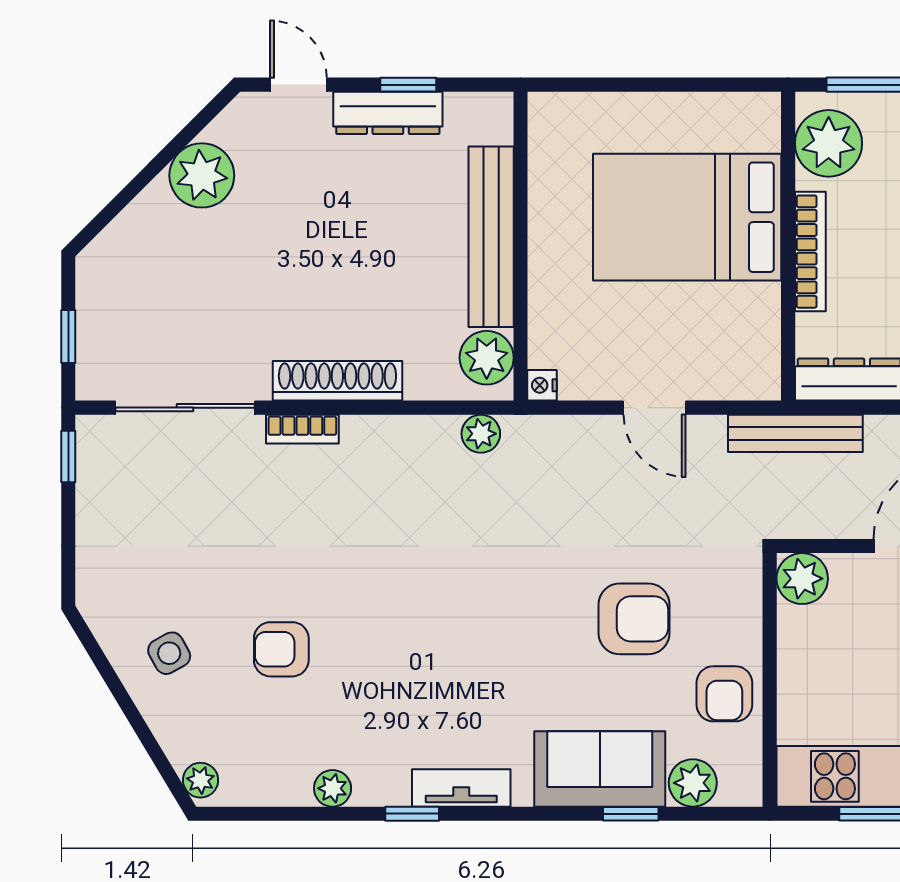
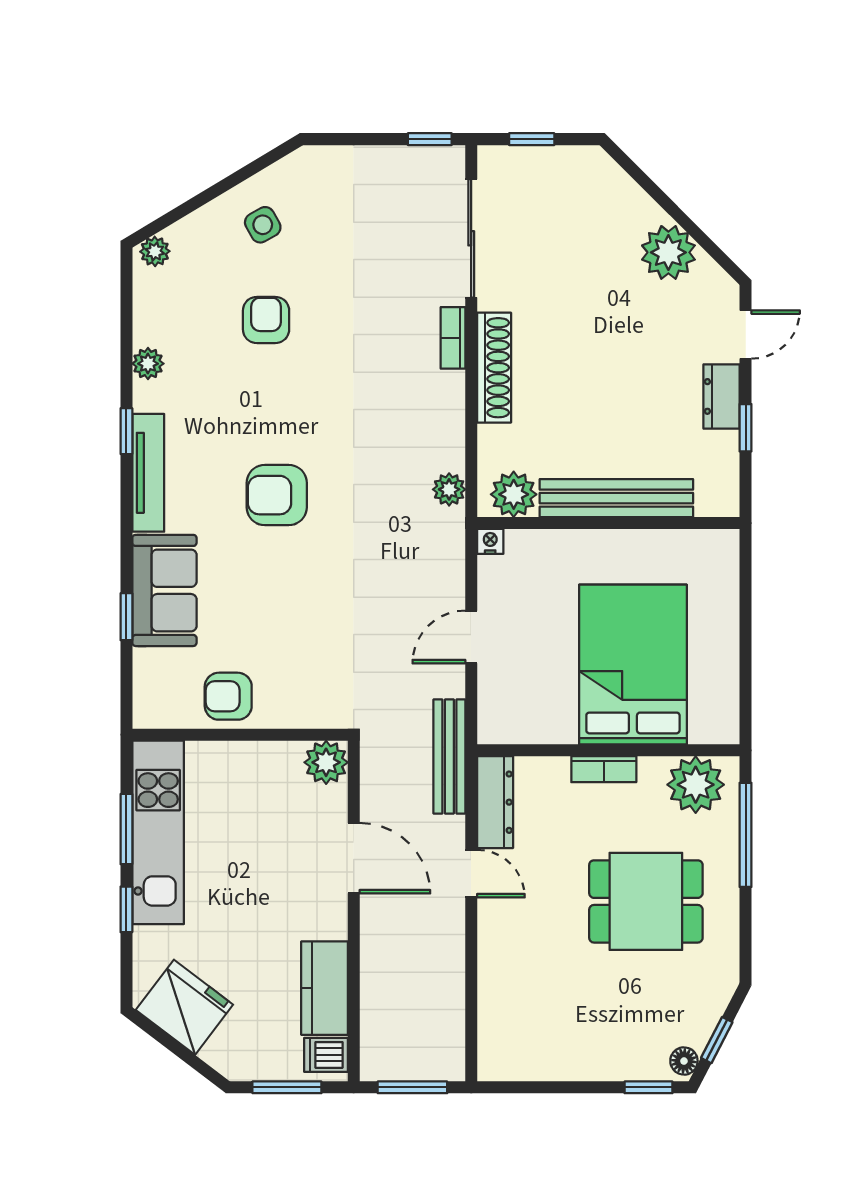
dresser: (388, 113) -> (722, 396), width x0.70
bookcase: (810, 252) -> (604, 769), width x0.64
armchair: (634, 619) -> (277, 495), moved, turned 90
plant: (693, 783) -> (153, 669), removed
tv unit: (461, 788) -> (148, 473), width x1.41

